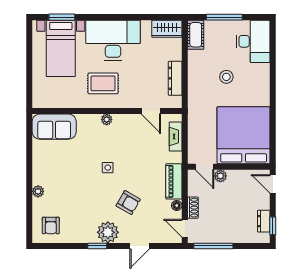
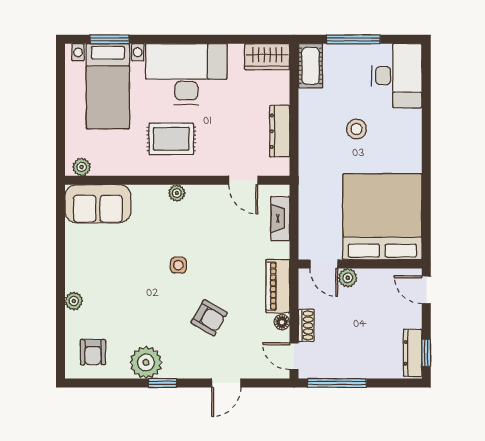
plant: (43, 102) -> (82, 167), added
dresser: (264, 221) -> (413, 353), width x1.44
plant: (108, 232) -> (146, 362), moved

